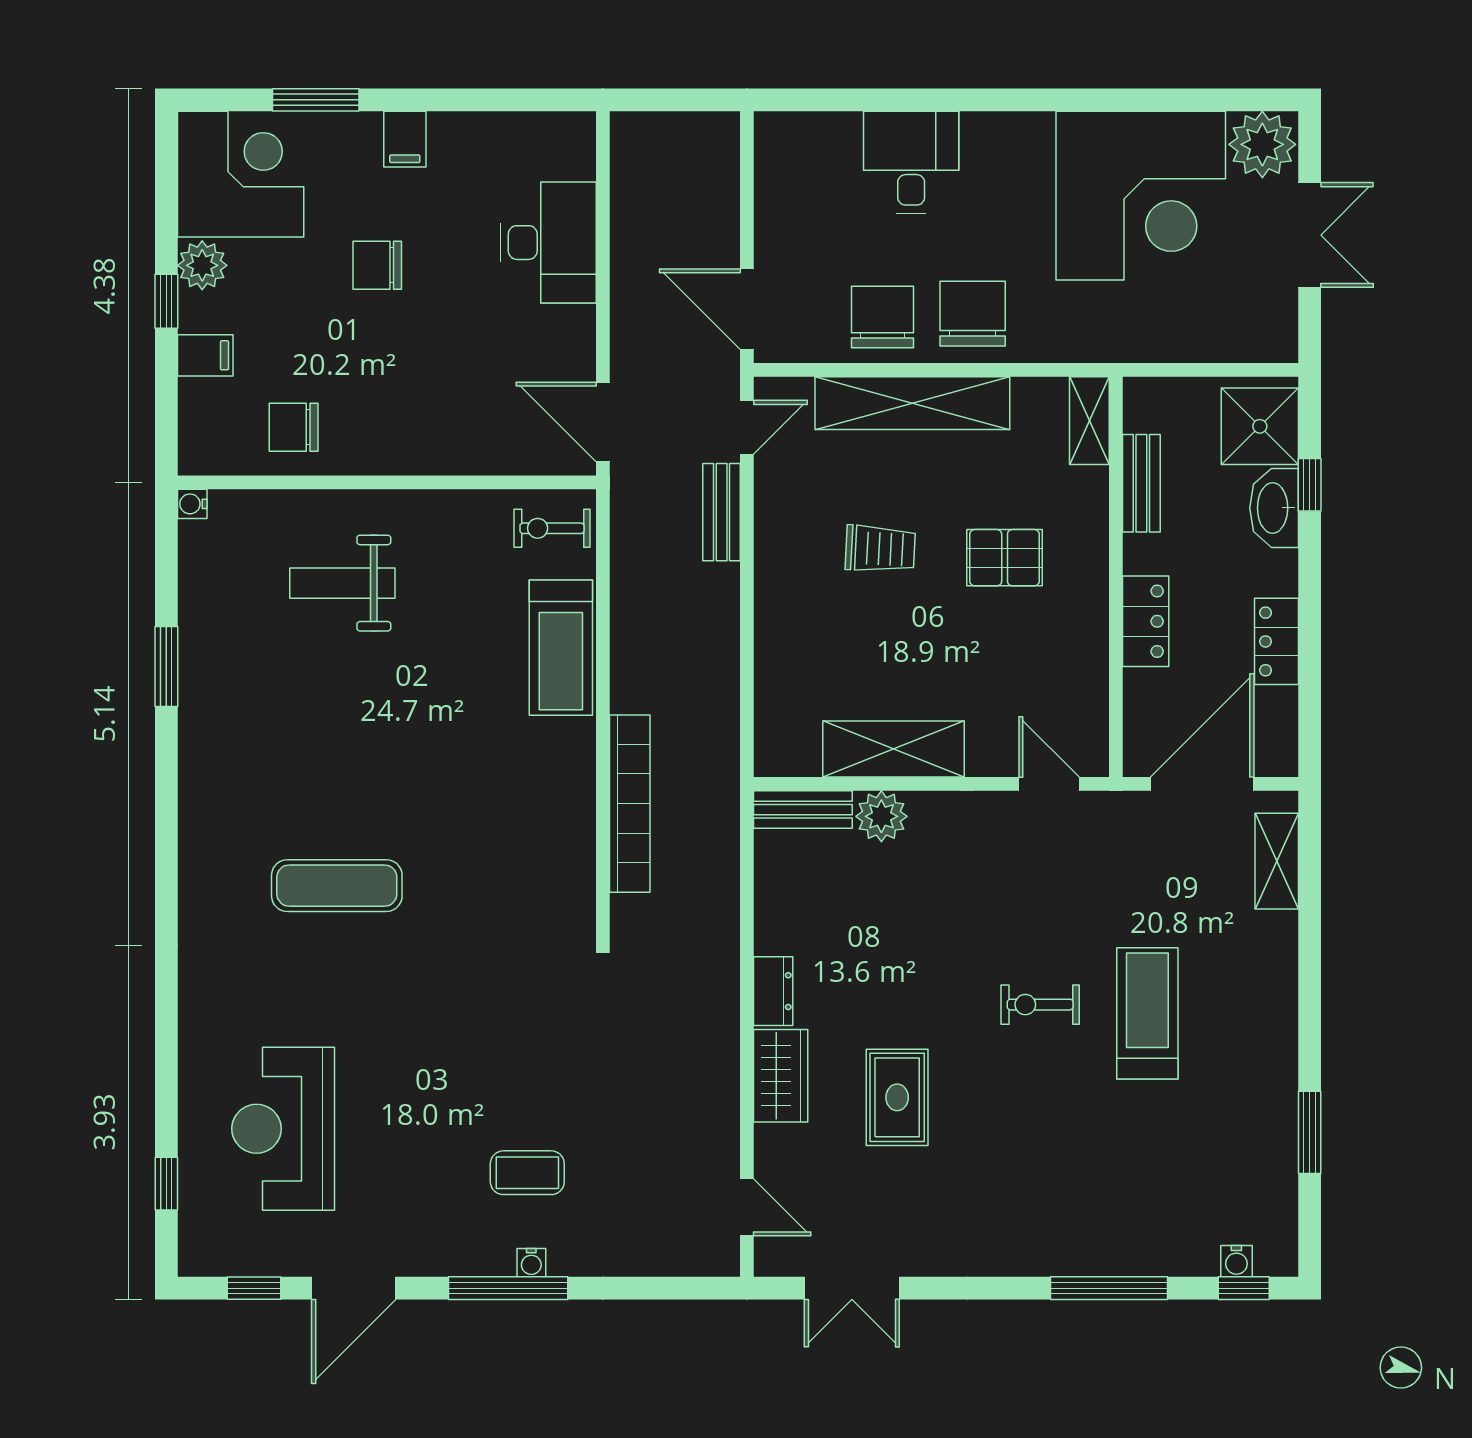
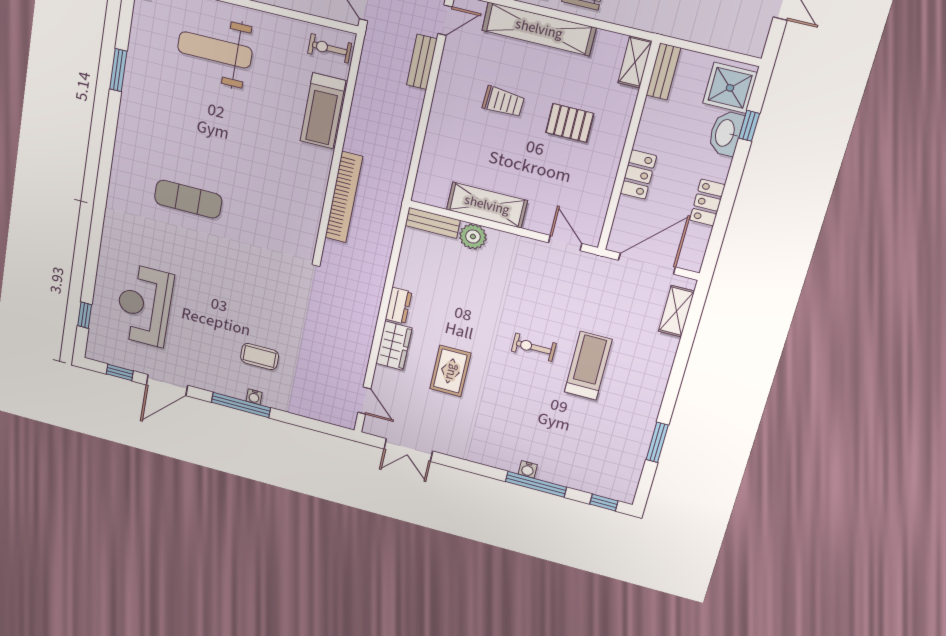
bench: (1141, 483) -> (663, 71), moved
weight bench: (342, 583) -> (215, 50), width x1.36, depth x1.33
water cooler: (1236, 1261) -> (528, 469), moved

